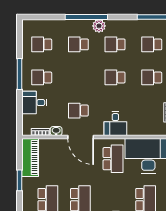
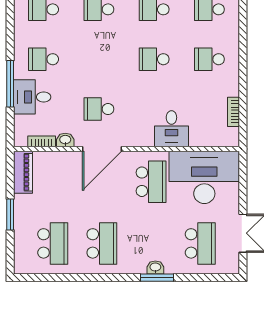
window: (20, 74) -> (10, 84), moved
desk: (115, 124) -> (171, 129), moved
door: (81, 137) -> (102, 149), hinge flipped
piano: (30, 158) -> (23, 172), width x0.73, depth x0.75

